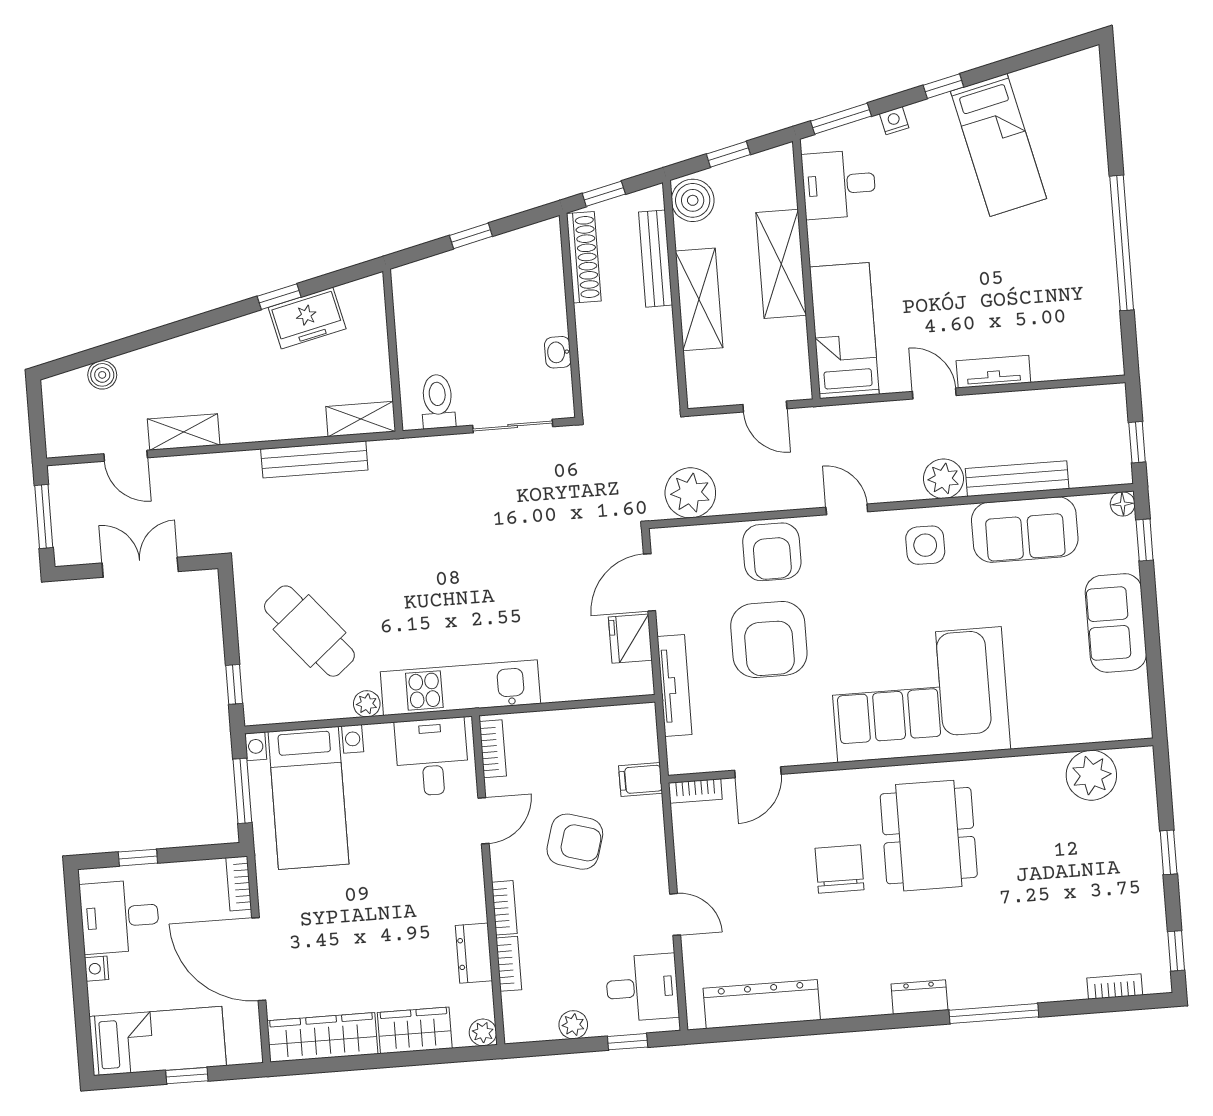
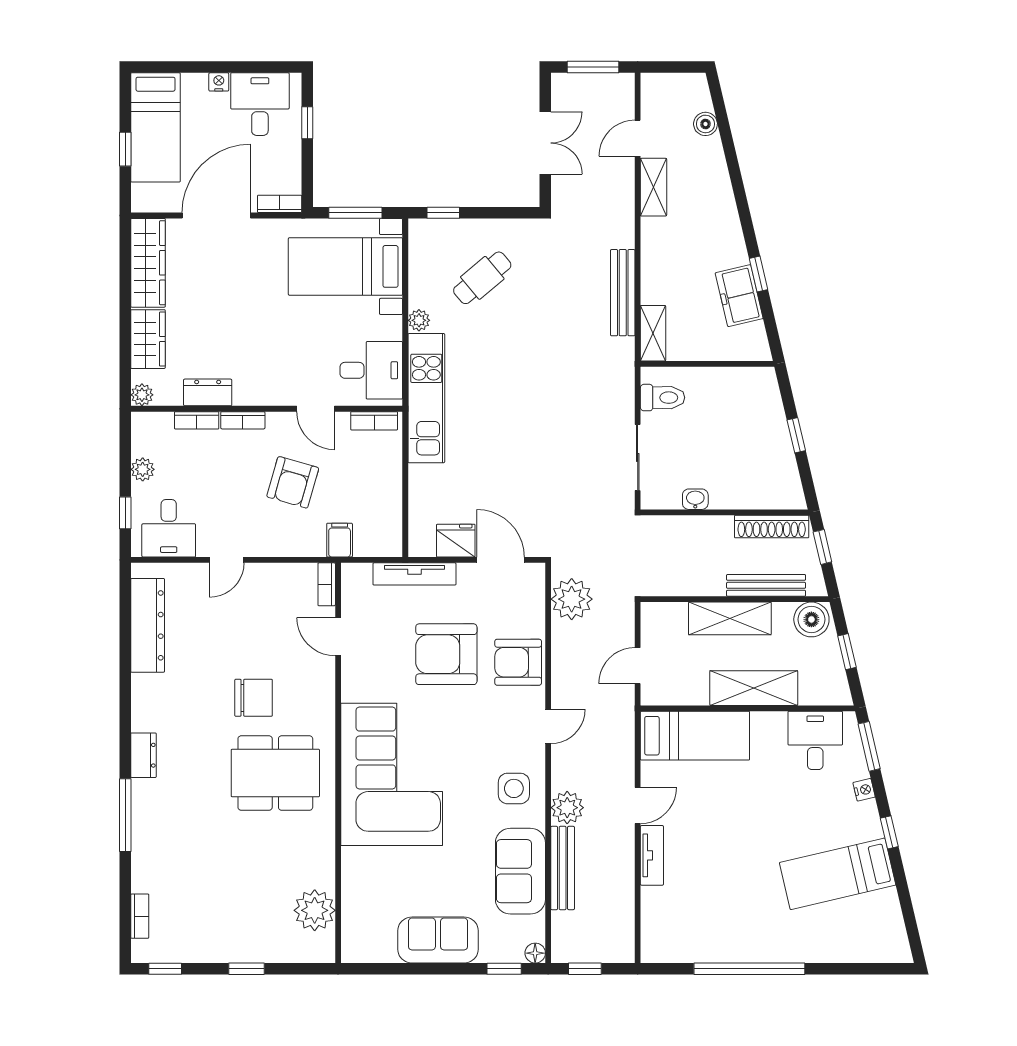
cafe table: (309, 631) -> (482, 278), width x0.73, depth x0.74

